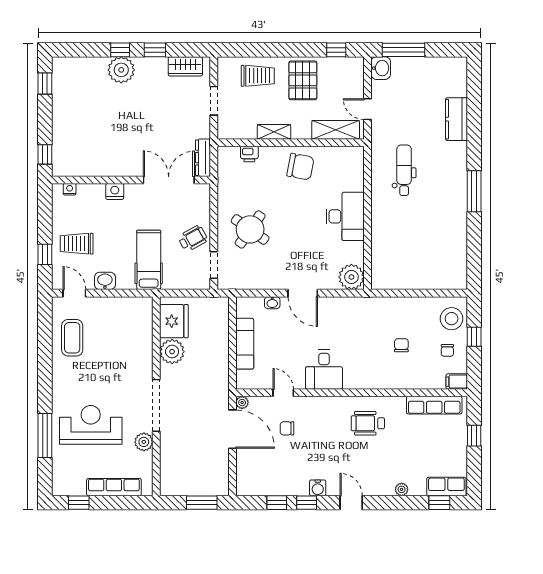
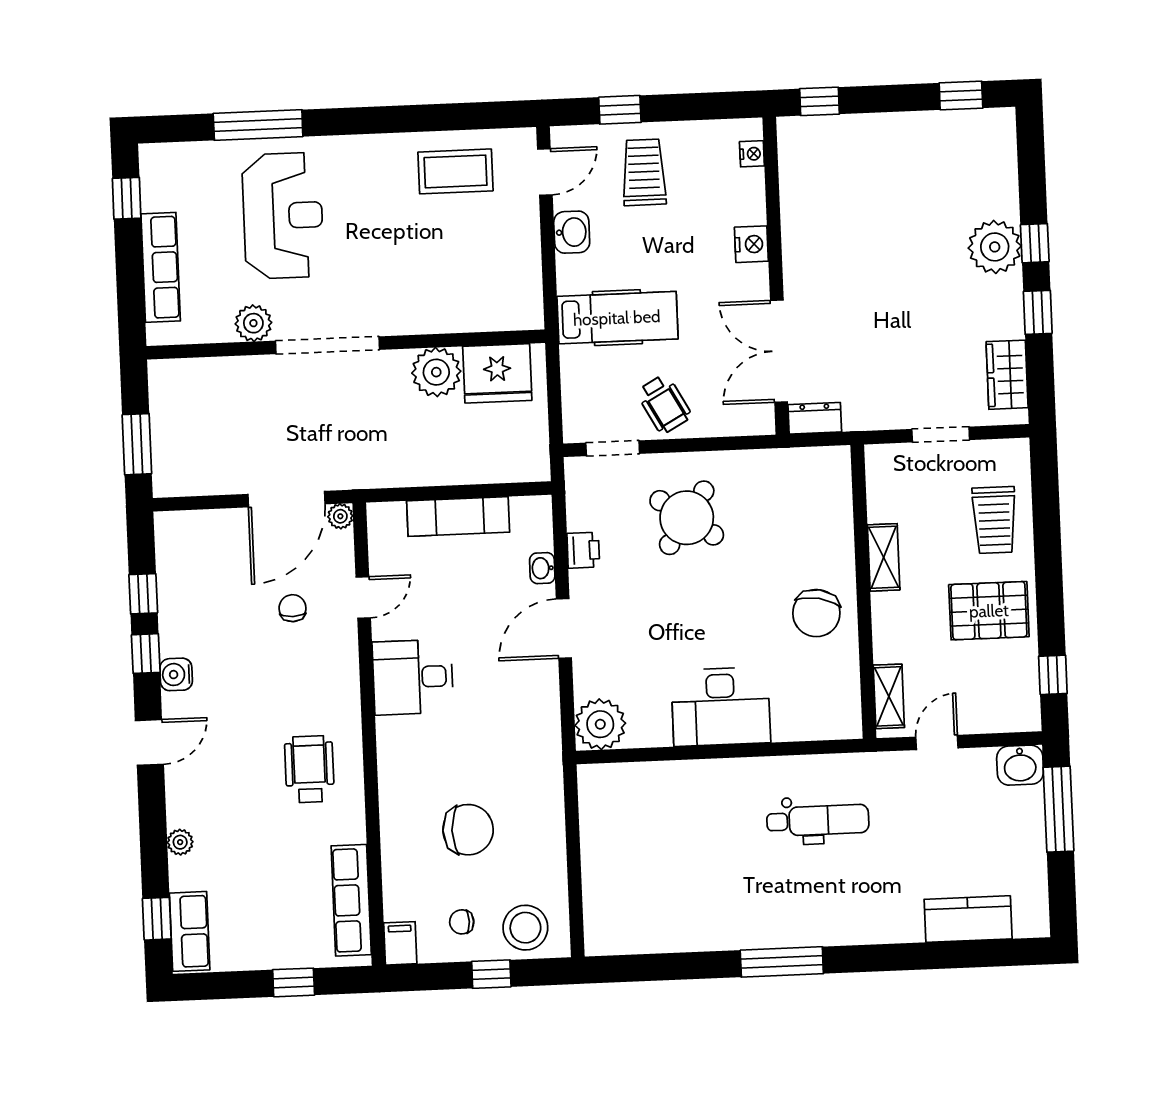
kitchen counter: (457, 119) -> (968, 919), moved
shelving: (336, 130) -> (889, 696), width x0.67, depth x0.75
printer: (249, 154) -> (583, 550), moved, turned 180
dresser: (203, 158) -> (815, 418), width x0.70
double door: (169, 180) -> (779, 351), swing flipped
chair: (401, 345) -> (468, 830), width x1.87, depth x1.87

